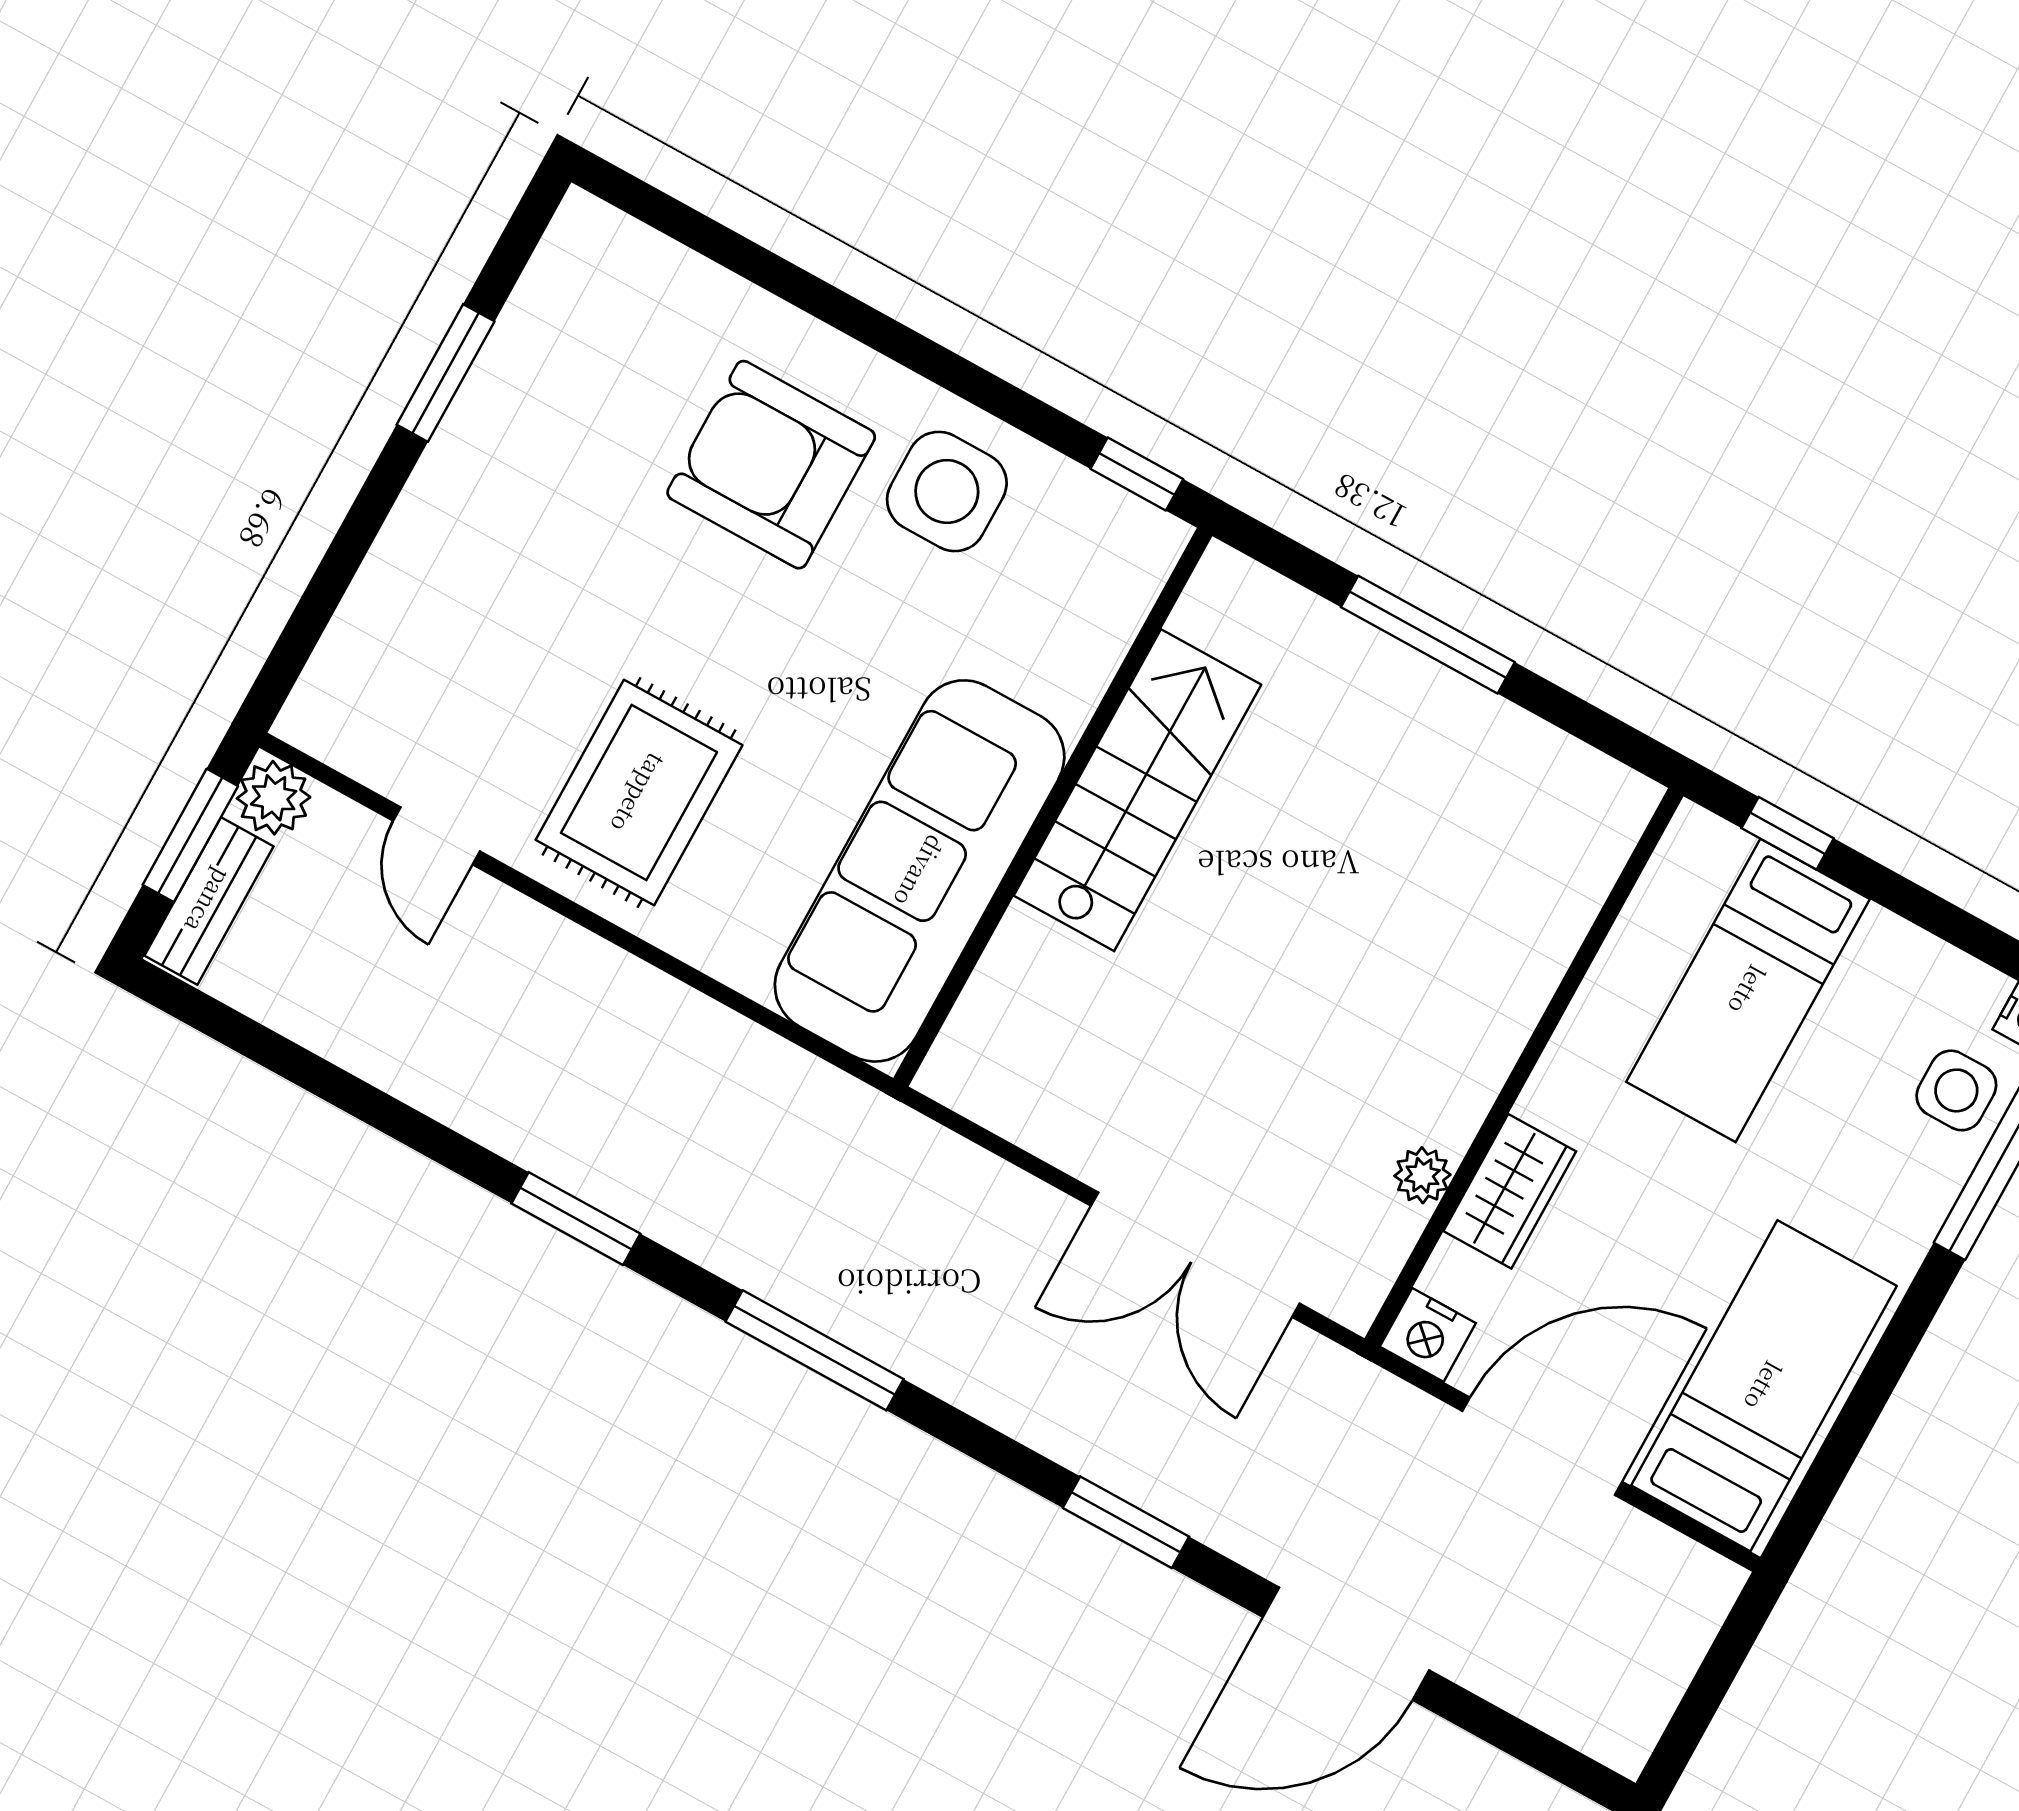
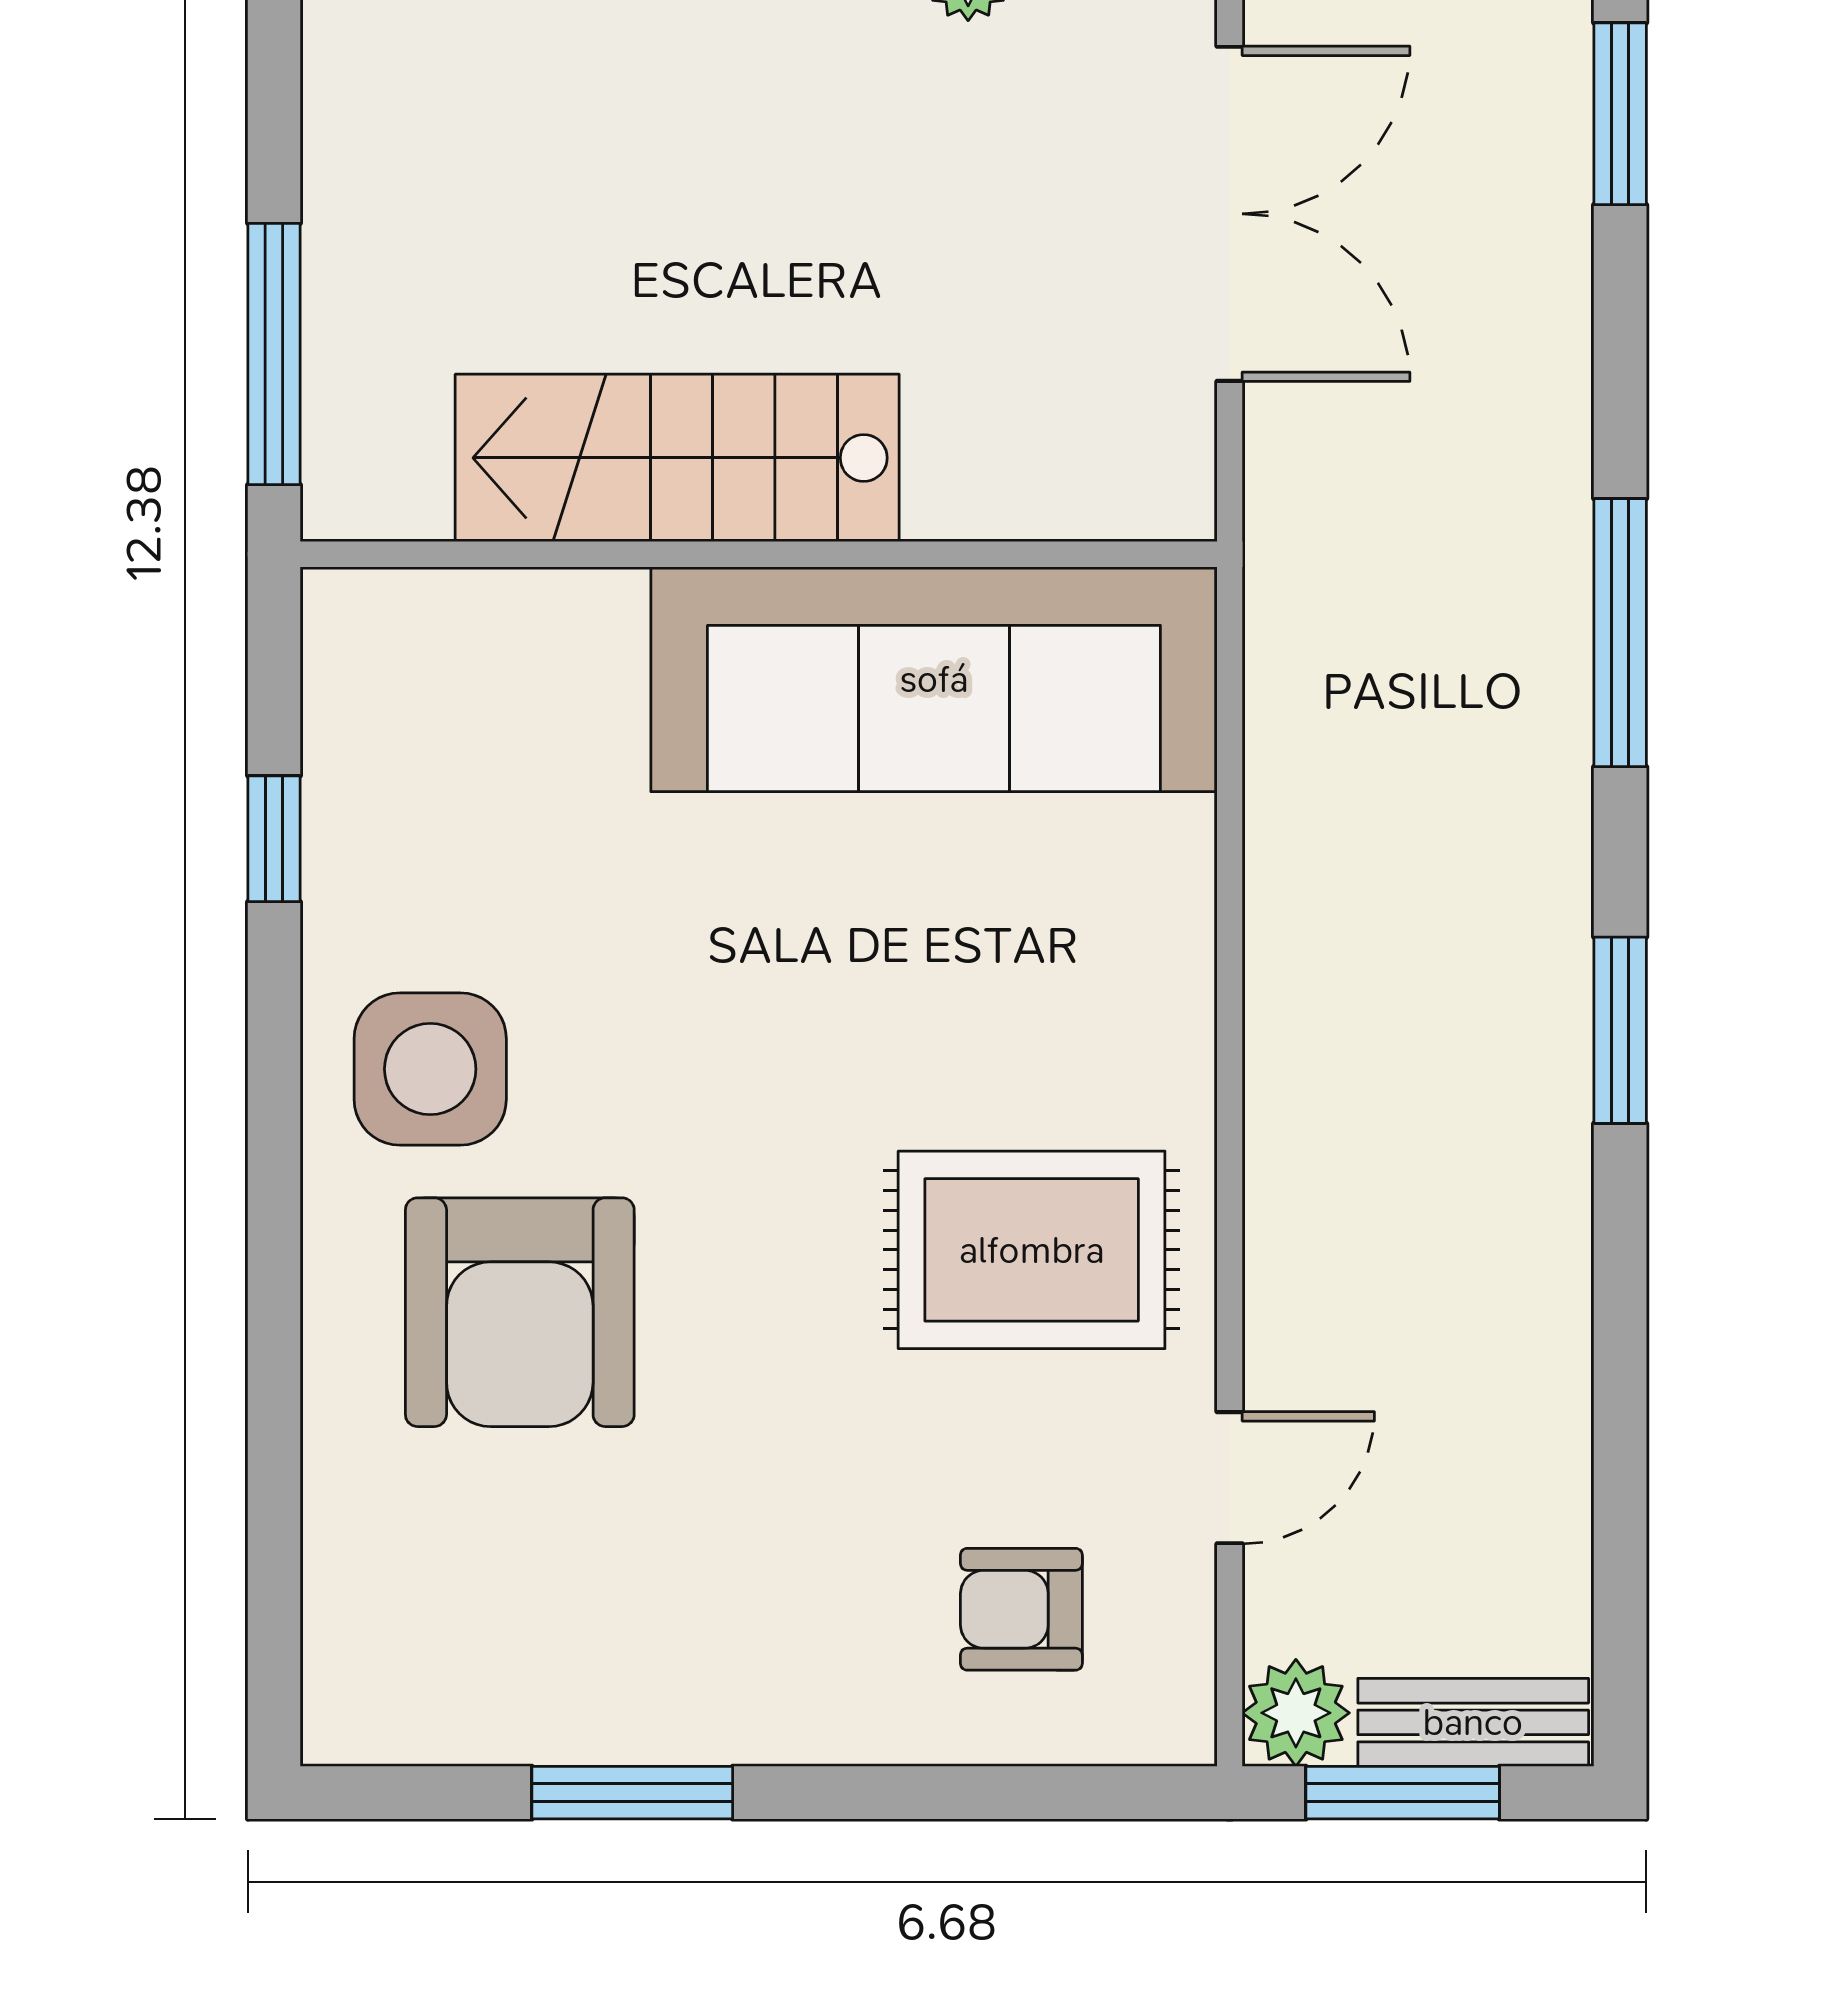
armchair: (427, 667) -> (1021, 1609), added
stairs: (1138, 790) -> (677, 458), moved
wall: (1053, 807) -> (759, 554), moved
sofa: (920, 871) -> (934, 679), moved

